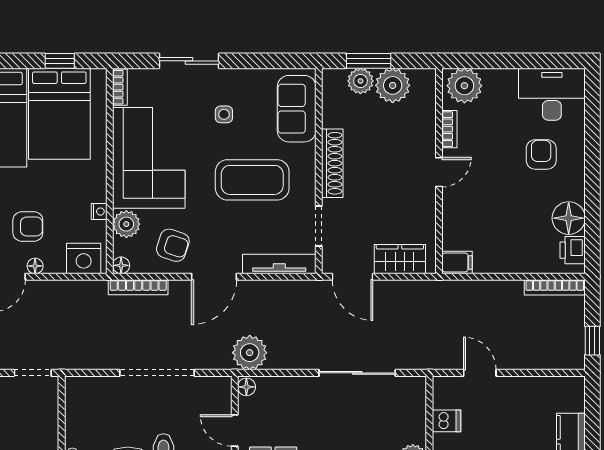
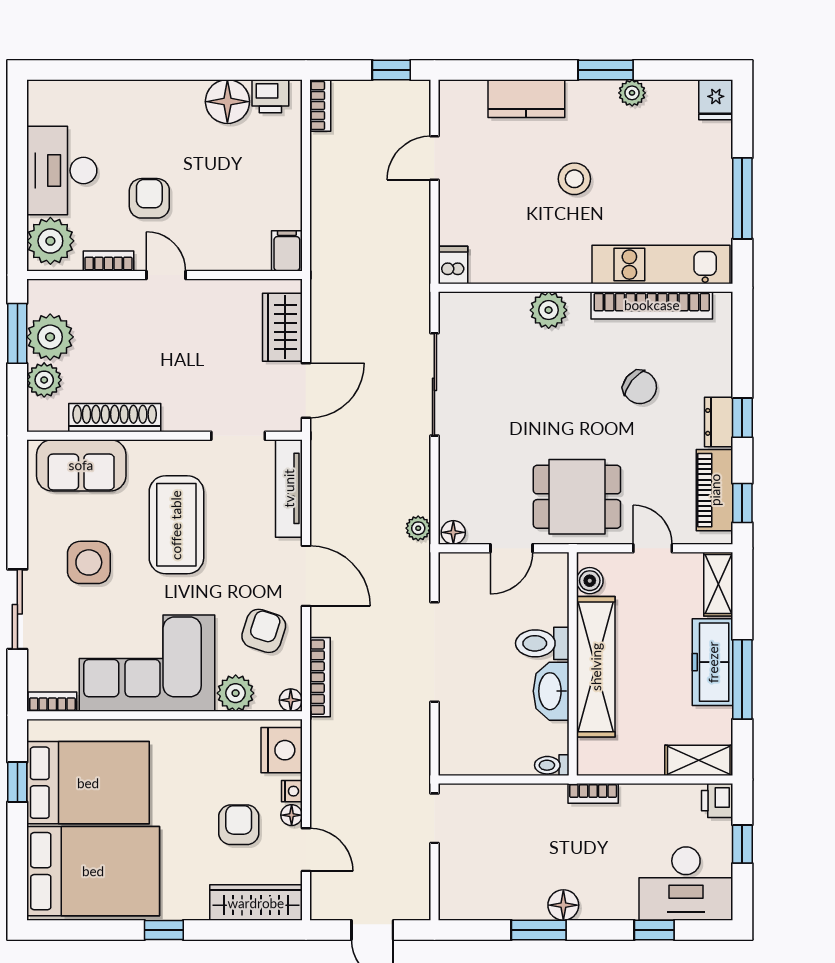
window: (369, 61) -> (17, 333), moved
desk: (552, 94) -> (62, 171), moved
side table: (224, 114) -> (89, 562), width x1.87, depth x1.87
armchair: (541, 154) -> (149, 198), moved, turned 90
shoe rack: (332, 163) -> (115, 418), moved
nightstand: (99, 212) -> (292, 791), moved, turned 90
bookcase: (555, 287) -> (320, 106), width x0.64
plant: (250, 353) -> (418, 528), width x0.53, depth x0.53
door: (480, 373) -> (434, 158), moved
dishwasher: (446, 421) -> (453, 265), moved

